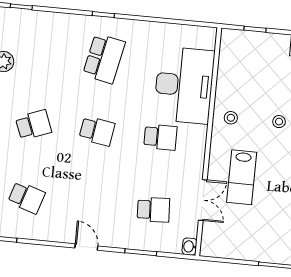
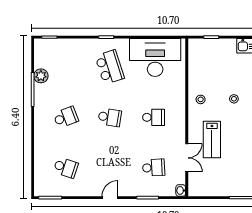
school desk: (104, 58) -> (110, 67), turned -30
desk: (184, 85) -> (155, 57), moved, turned -90
door: (86, 247) -> (110, 198), hinge flipped

